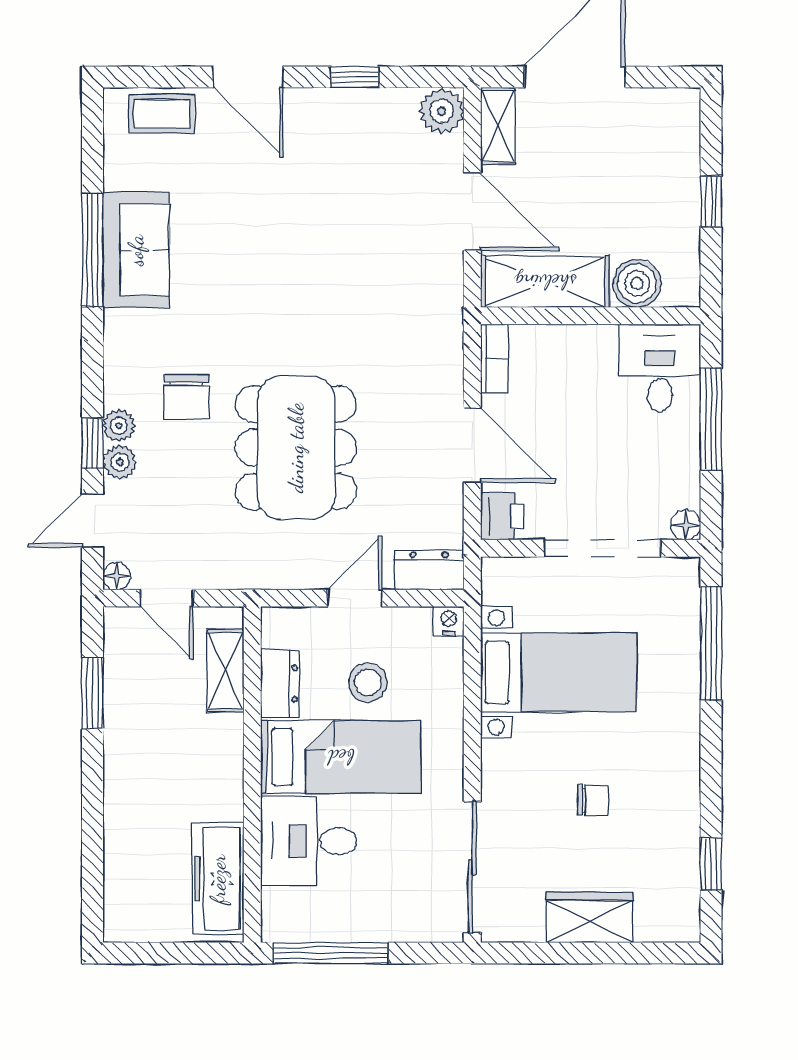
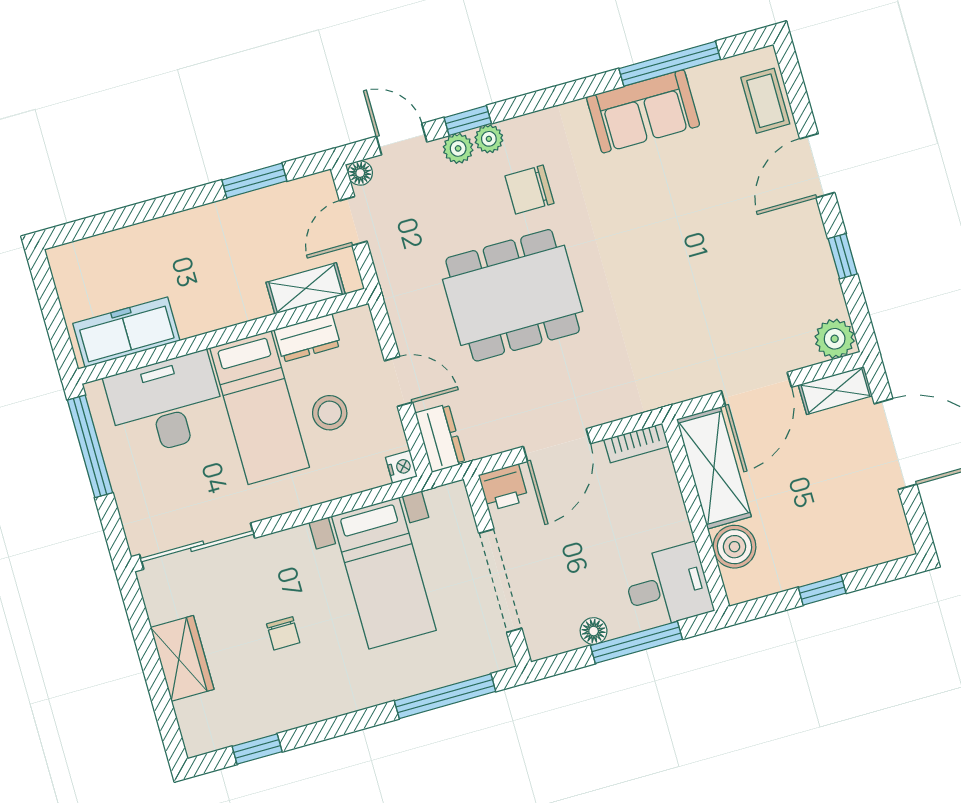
window: (92, 250) -> (670, 64), moved
floor lamp: (686, 525) -> (594, 631), moved
desk: (309, 841) -> (166, 404), width x1.37

